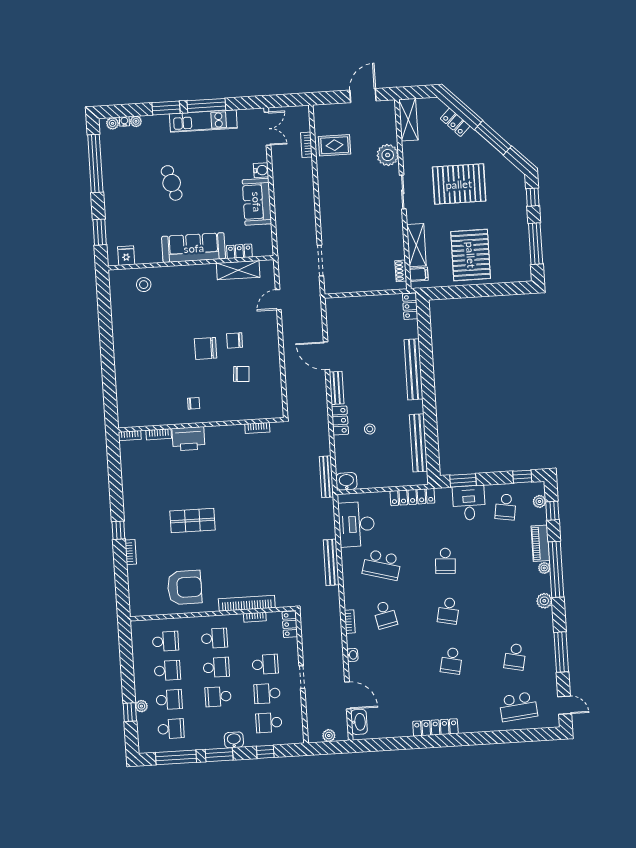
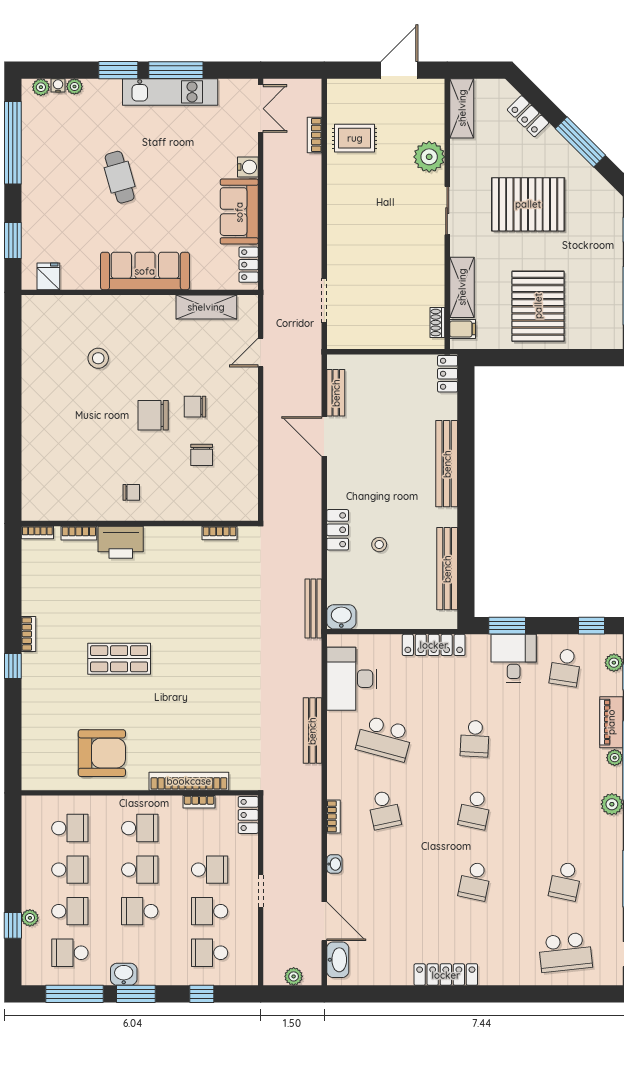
locker: (239, 251) -> (249, 265), moved, turned -90
stool: (144, 285) -> (98, 358), moved
chair: (241, 374) -> (202, 455), turned 86
bench: (337, 388) -> (336, 393), moved
bookcase: (131, 552) -> (28, 634), moved
school desk: (171, 729) -> (70, 953), turned 180
washbasin: (234, 740) -> (124, 974), moved

